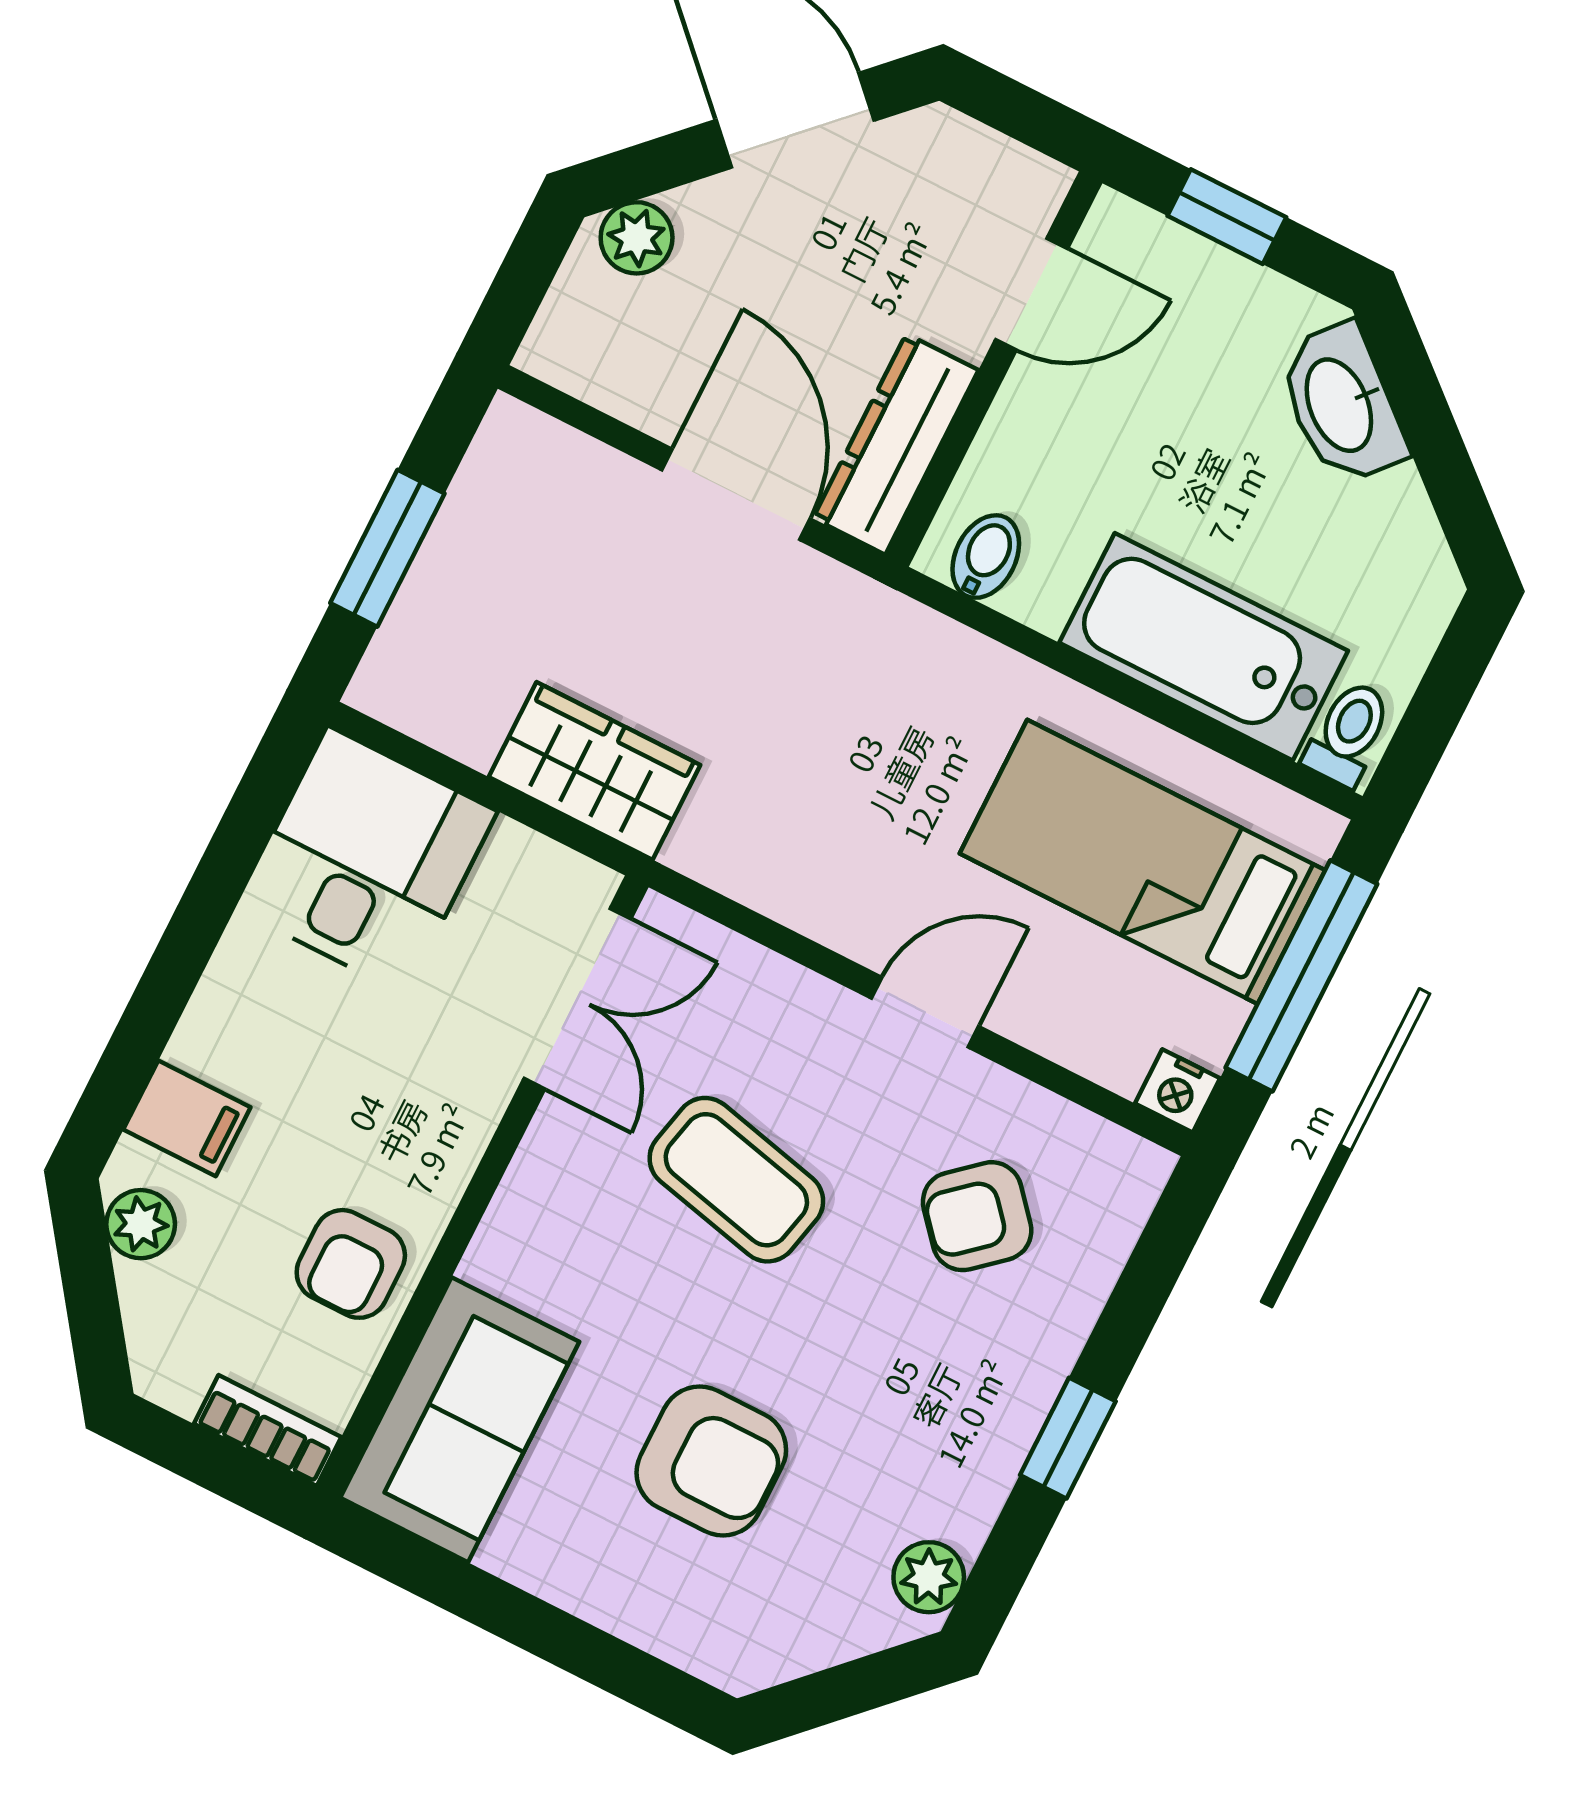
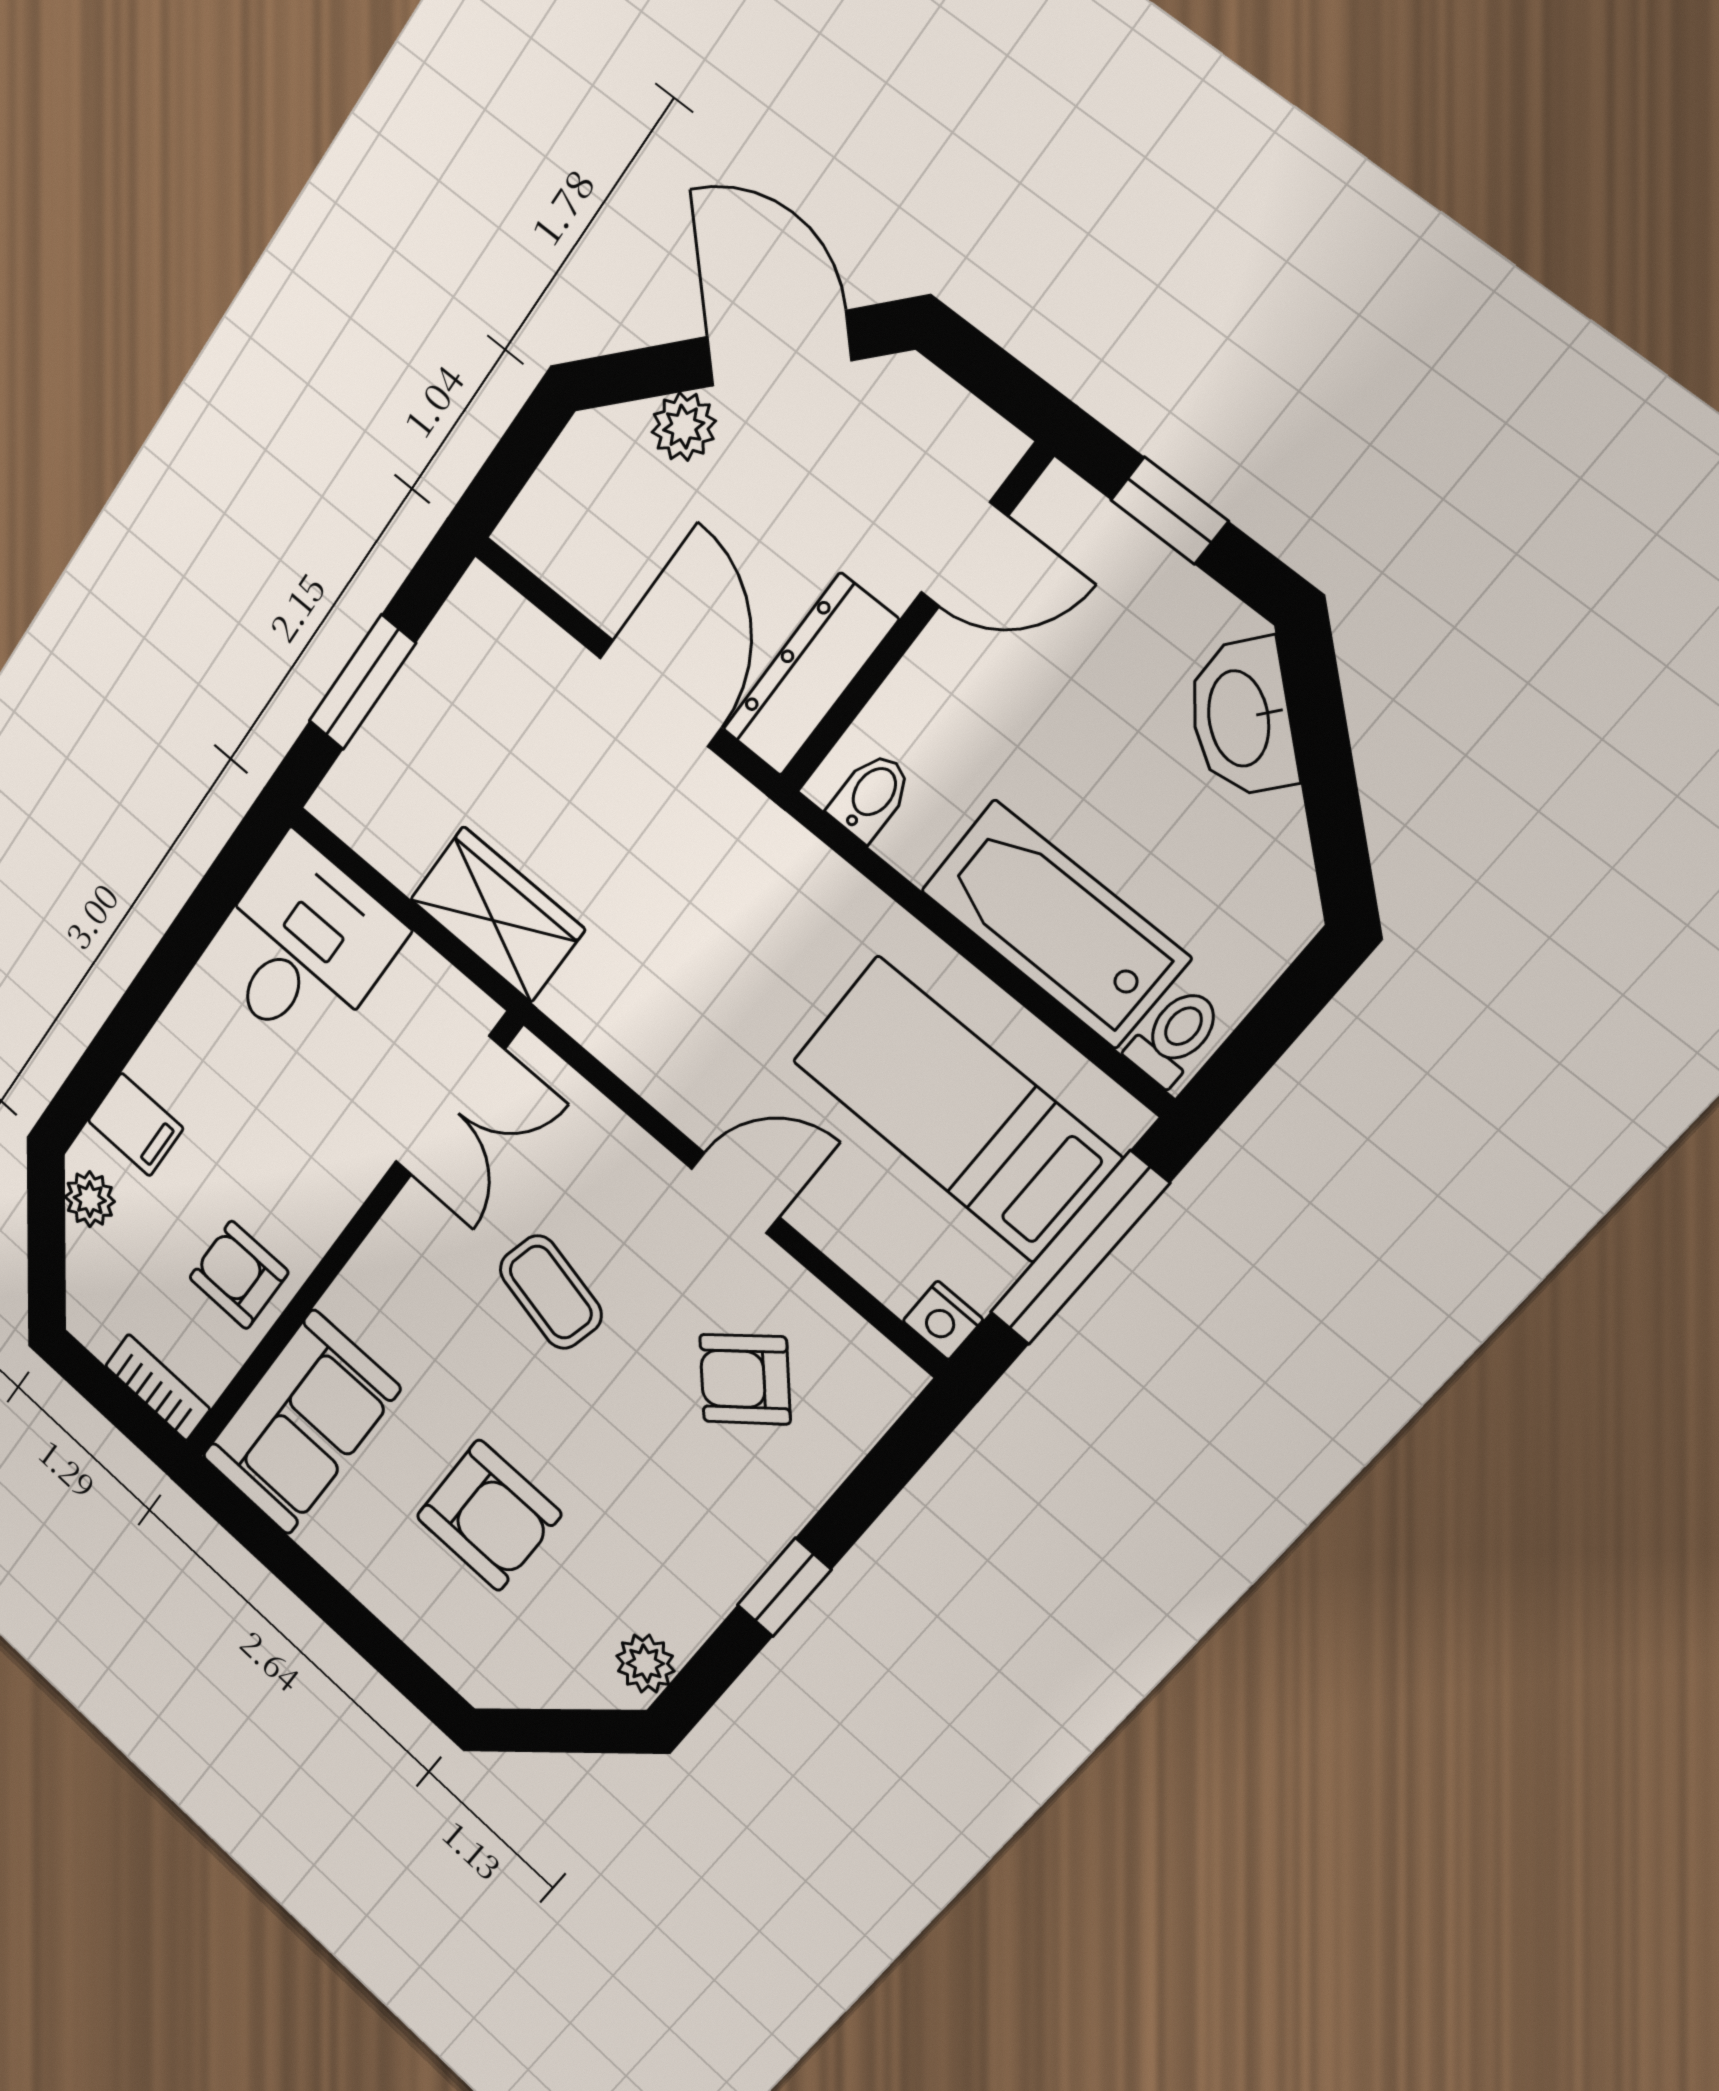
plant: (637, 238) -> (684, 427), moved
coffee table: (736, 1180) -> (551, 1292), width x0.73, depth x0.77
armchair: (351, 1264) -> (239, 1275), turned 90

